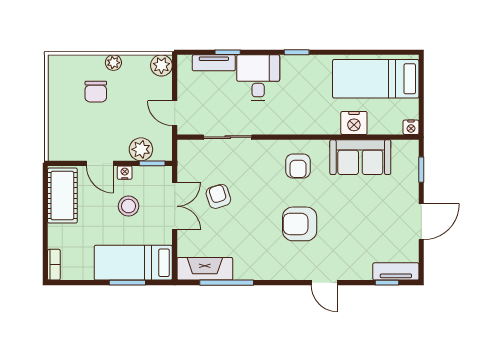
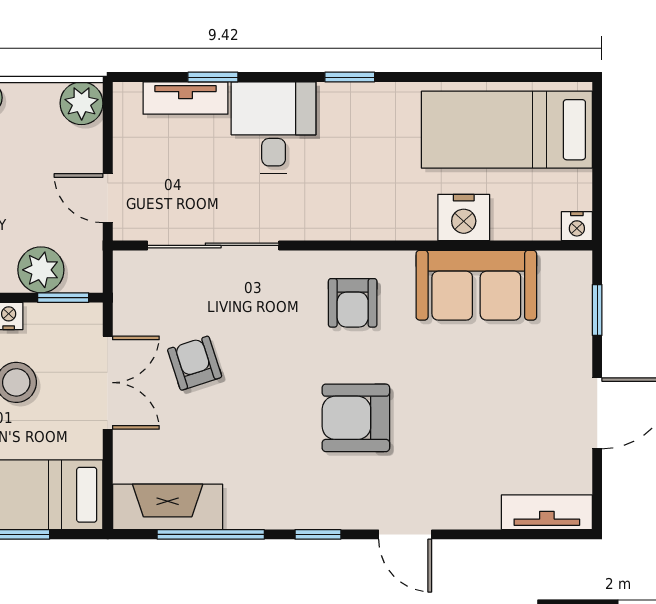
sliding door: (228, 137) -> (213, 245), width x1.37
window: (387, 283) -> (318, 534), moved

